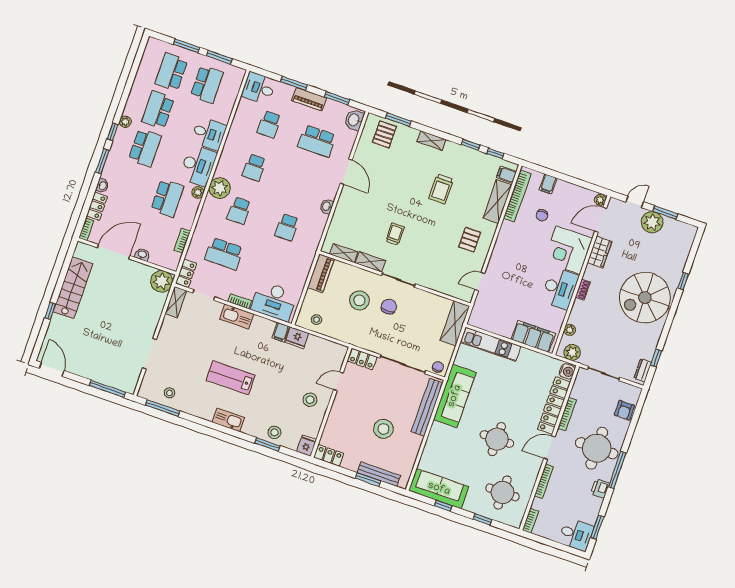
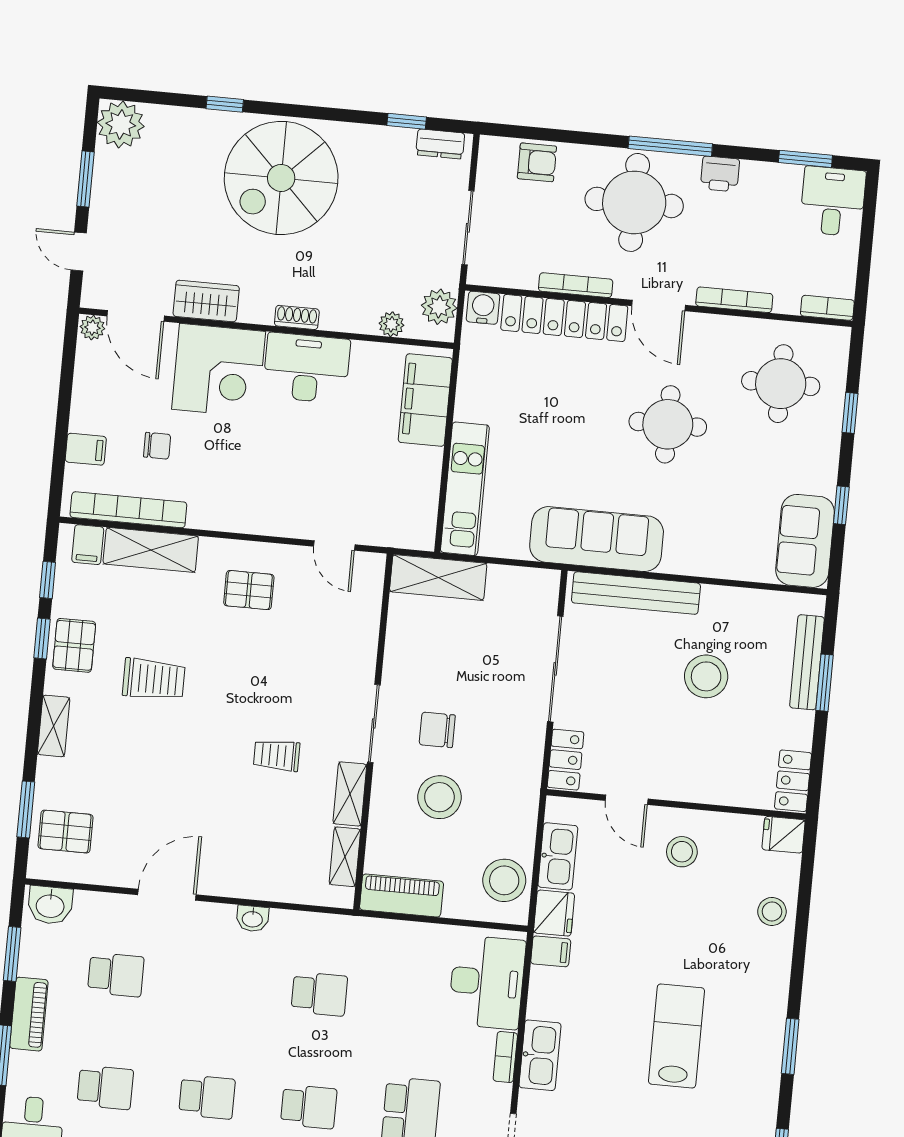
school desk: (317, 141) -> (116, 975), width x0.54
pallet: (464, 158) -> (74, 645), added
plant: (652, 222) -> (121, 124), moved
spiral stairs: (645, 298) -> (281, 178), turned 90
stool: (316, 320) -> (504, 880), width x1.89, depth x1.89
chair: (438, 367) -> (542, 591), removed
lab bench: (231, 378) -> (676, 1036), turned 180
kitchen sink: (228, 420) -> (558, 856), moved, turned 180
window: (267, 445) -> (790, 1046), moved
sofa: (439, 489) -> (805, 541), width x0.73

